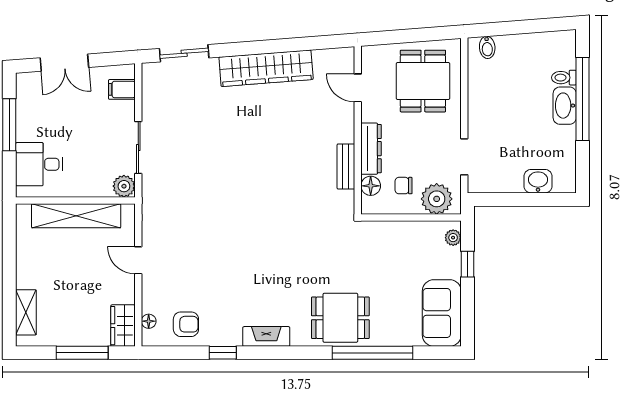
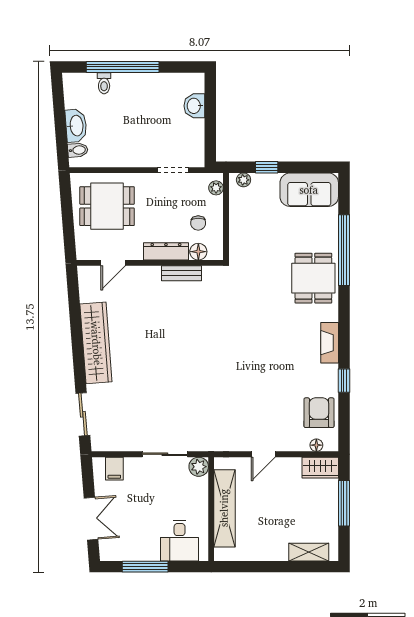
washbasin: (565, 106) -> (76, 126), moved, turned -94
plant: (437, 199) -> (216, 188), width x0.53, depth x0.53
armchair: (186, 324) -> (319, 413), width x1.38, depth x1.38

